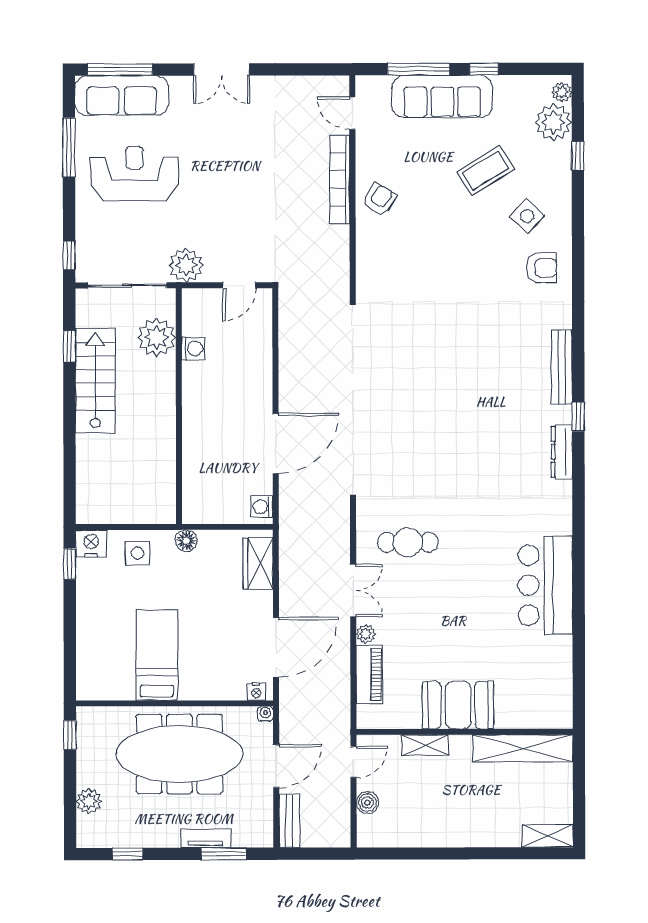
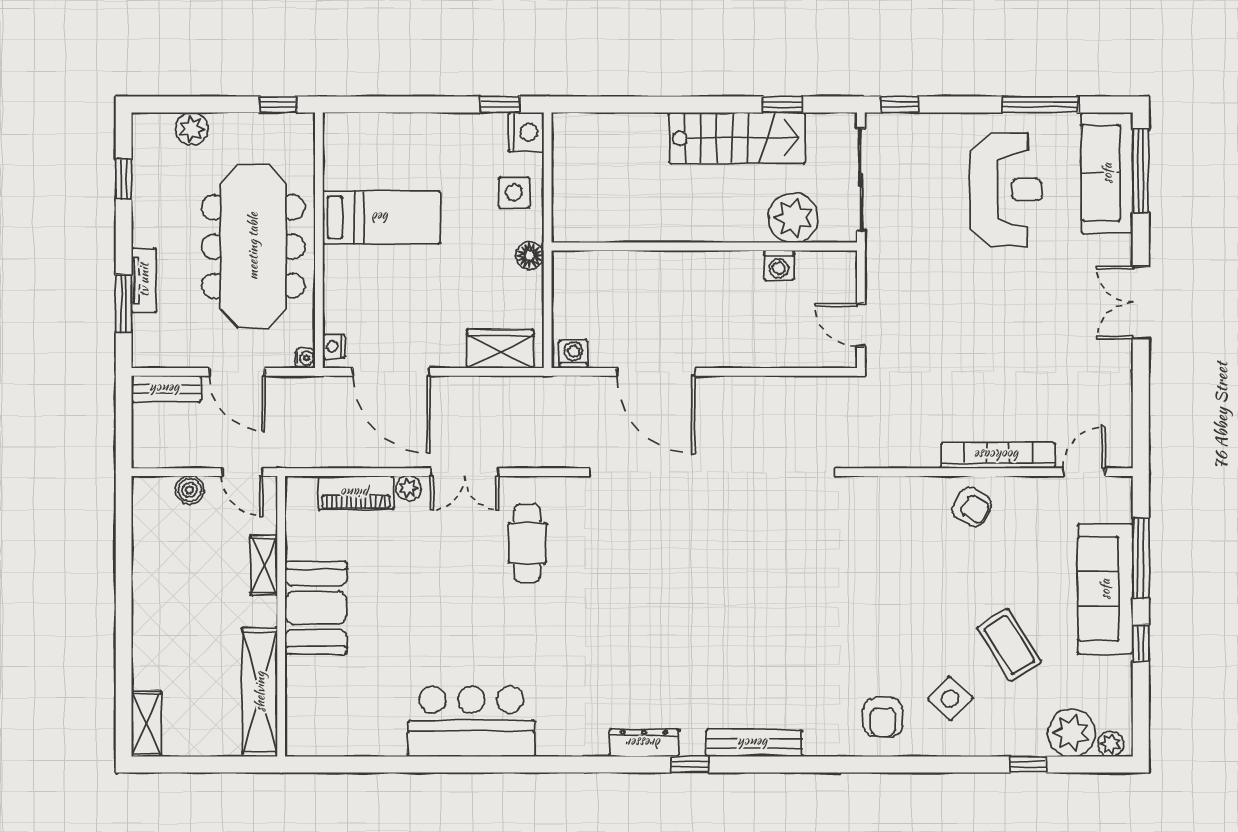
plant: (186, 265) -> (887, 256), removed

